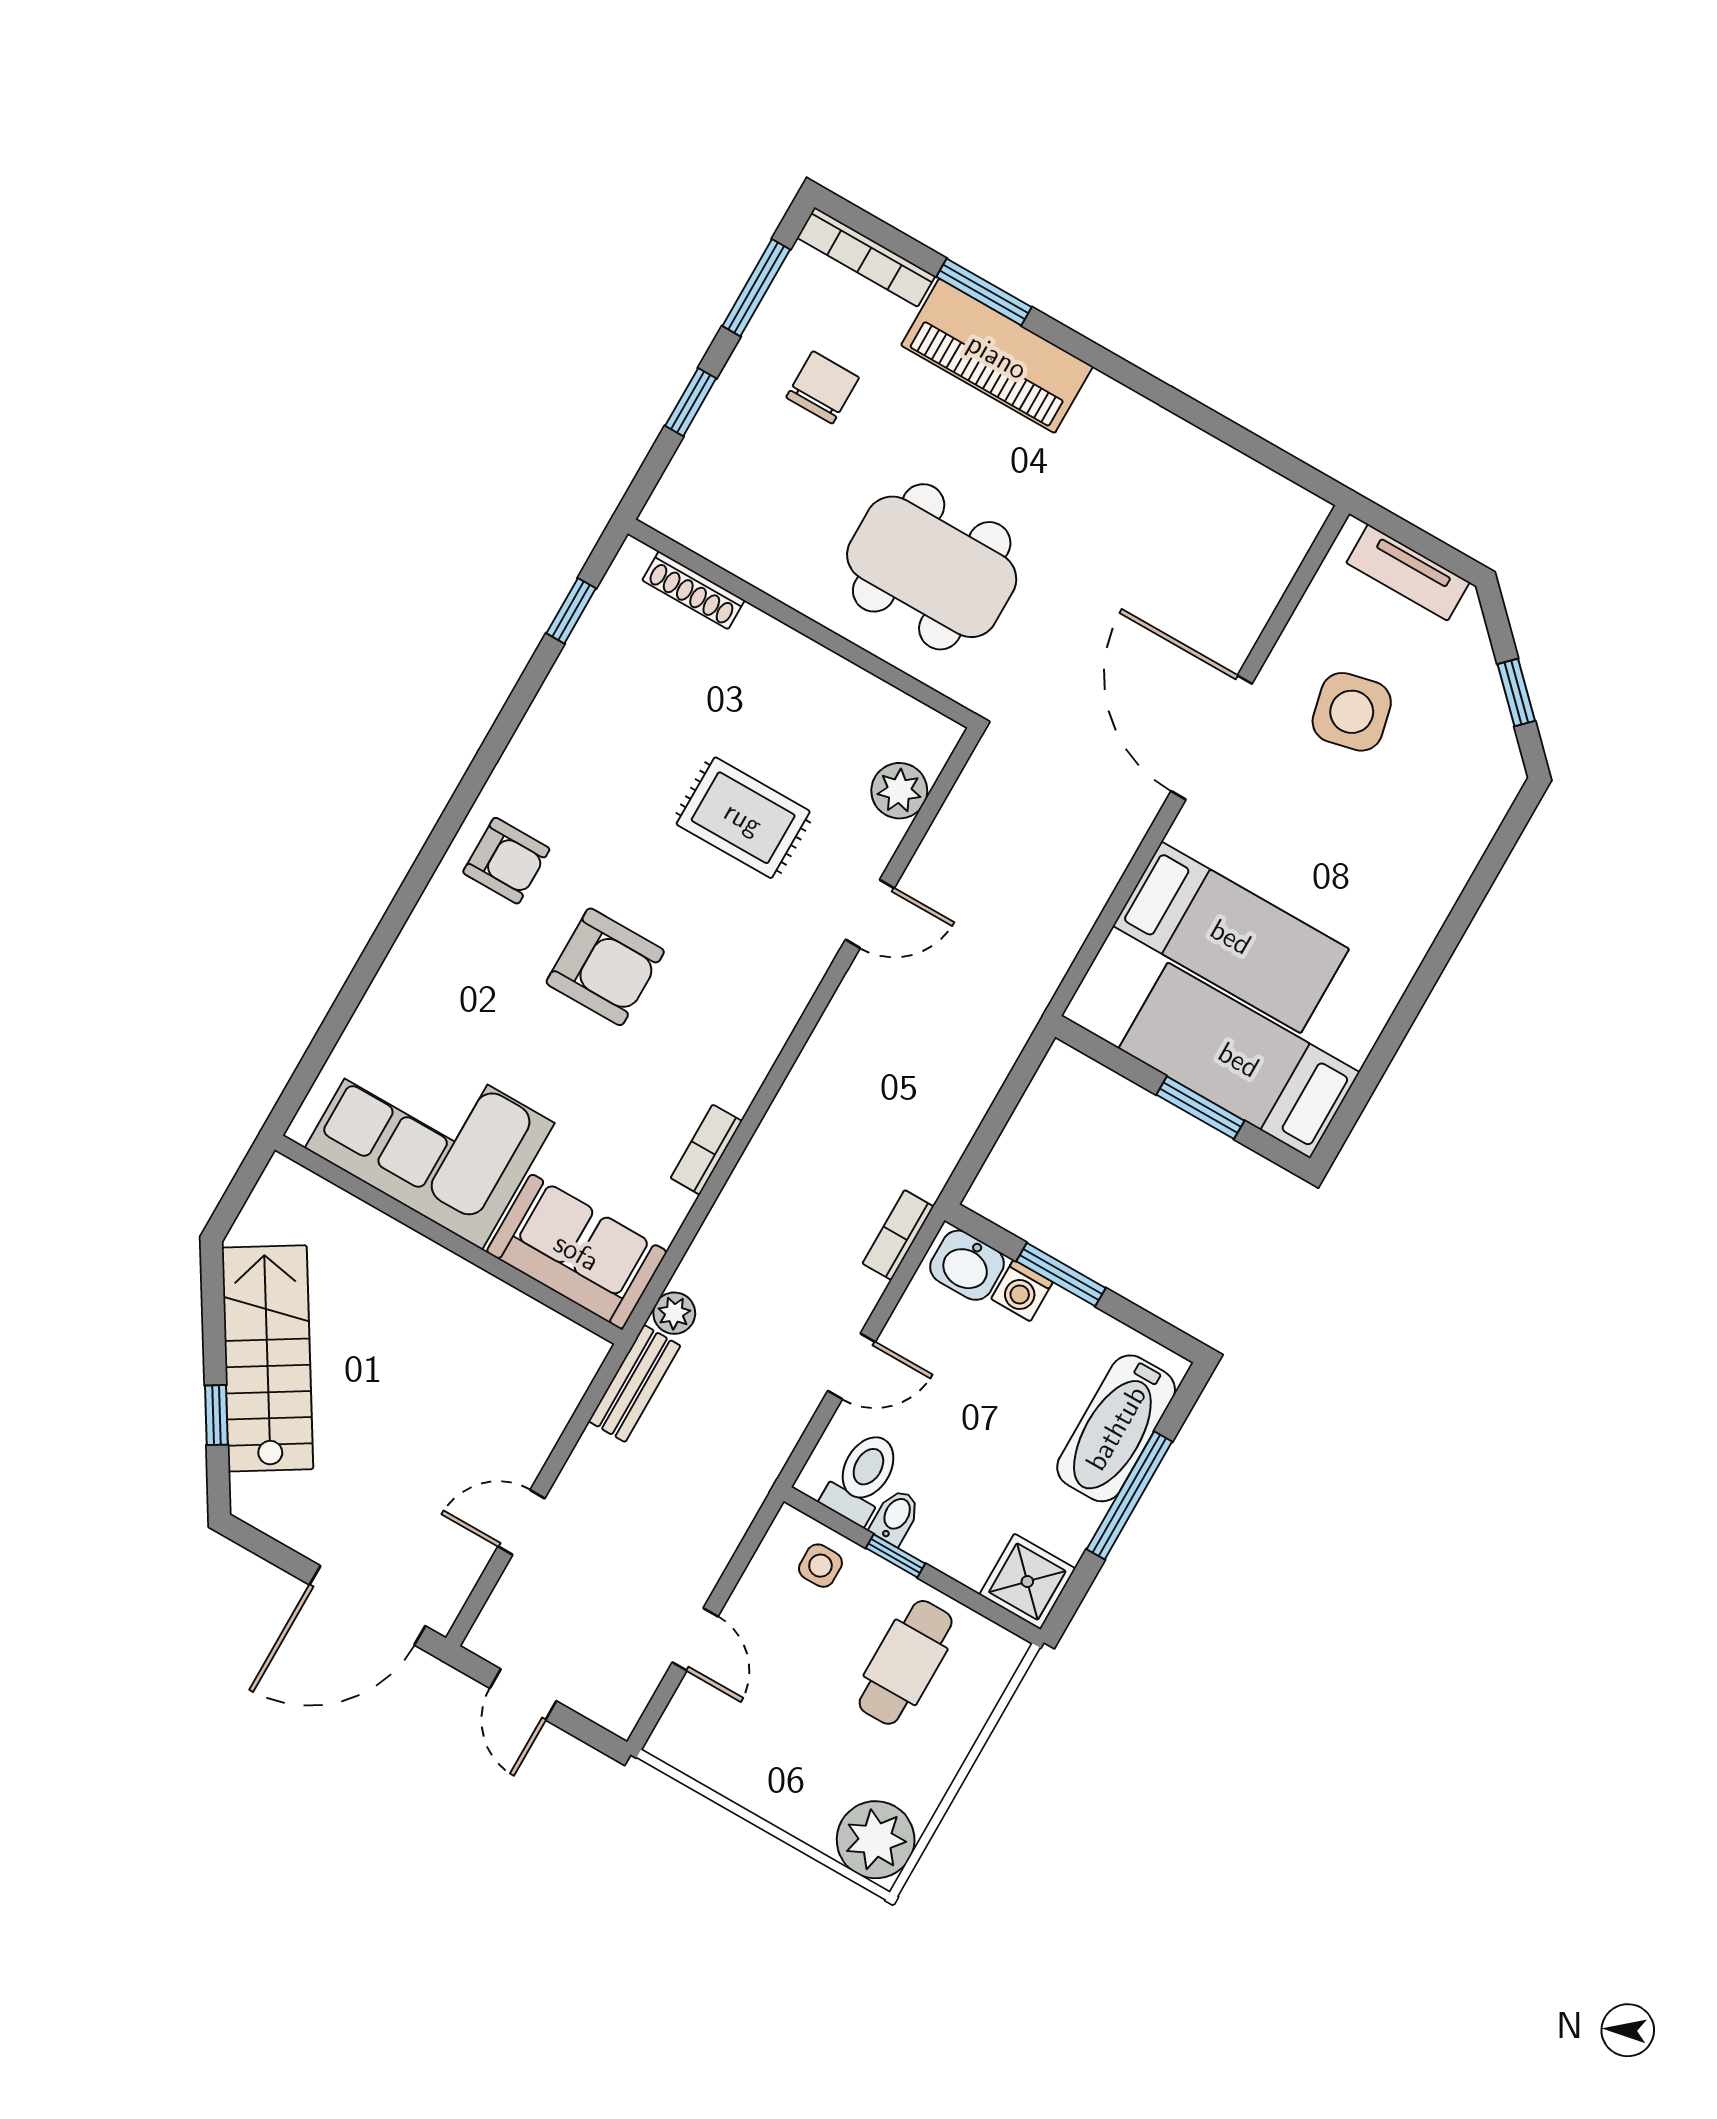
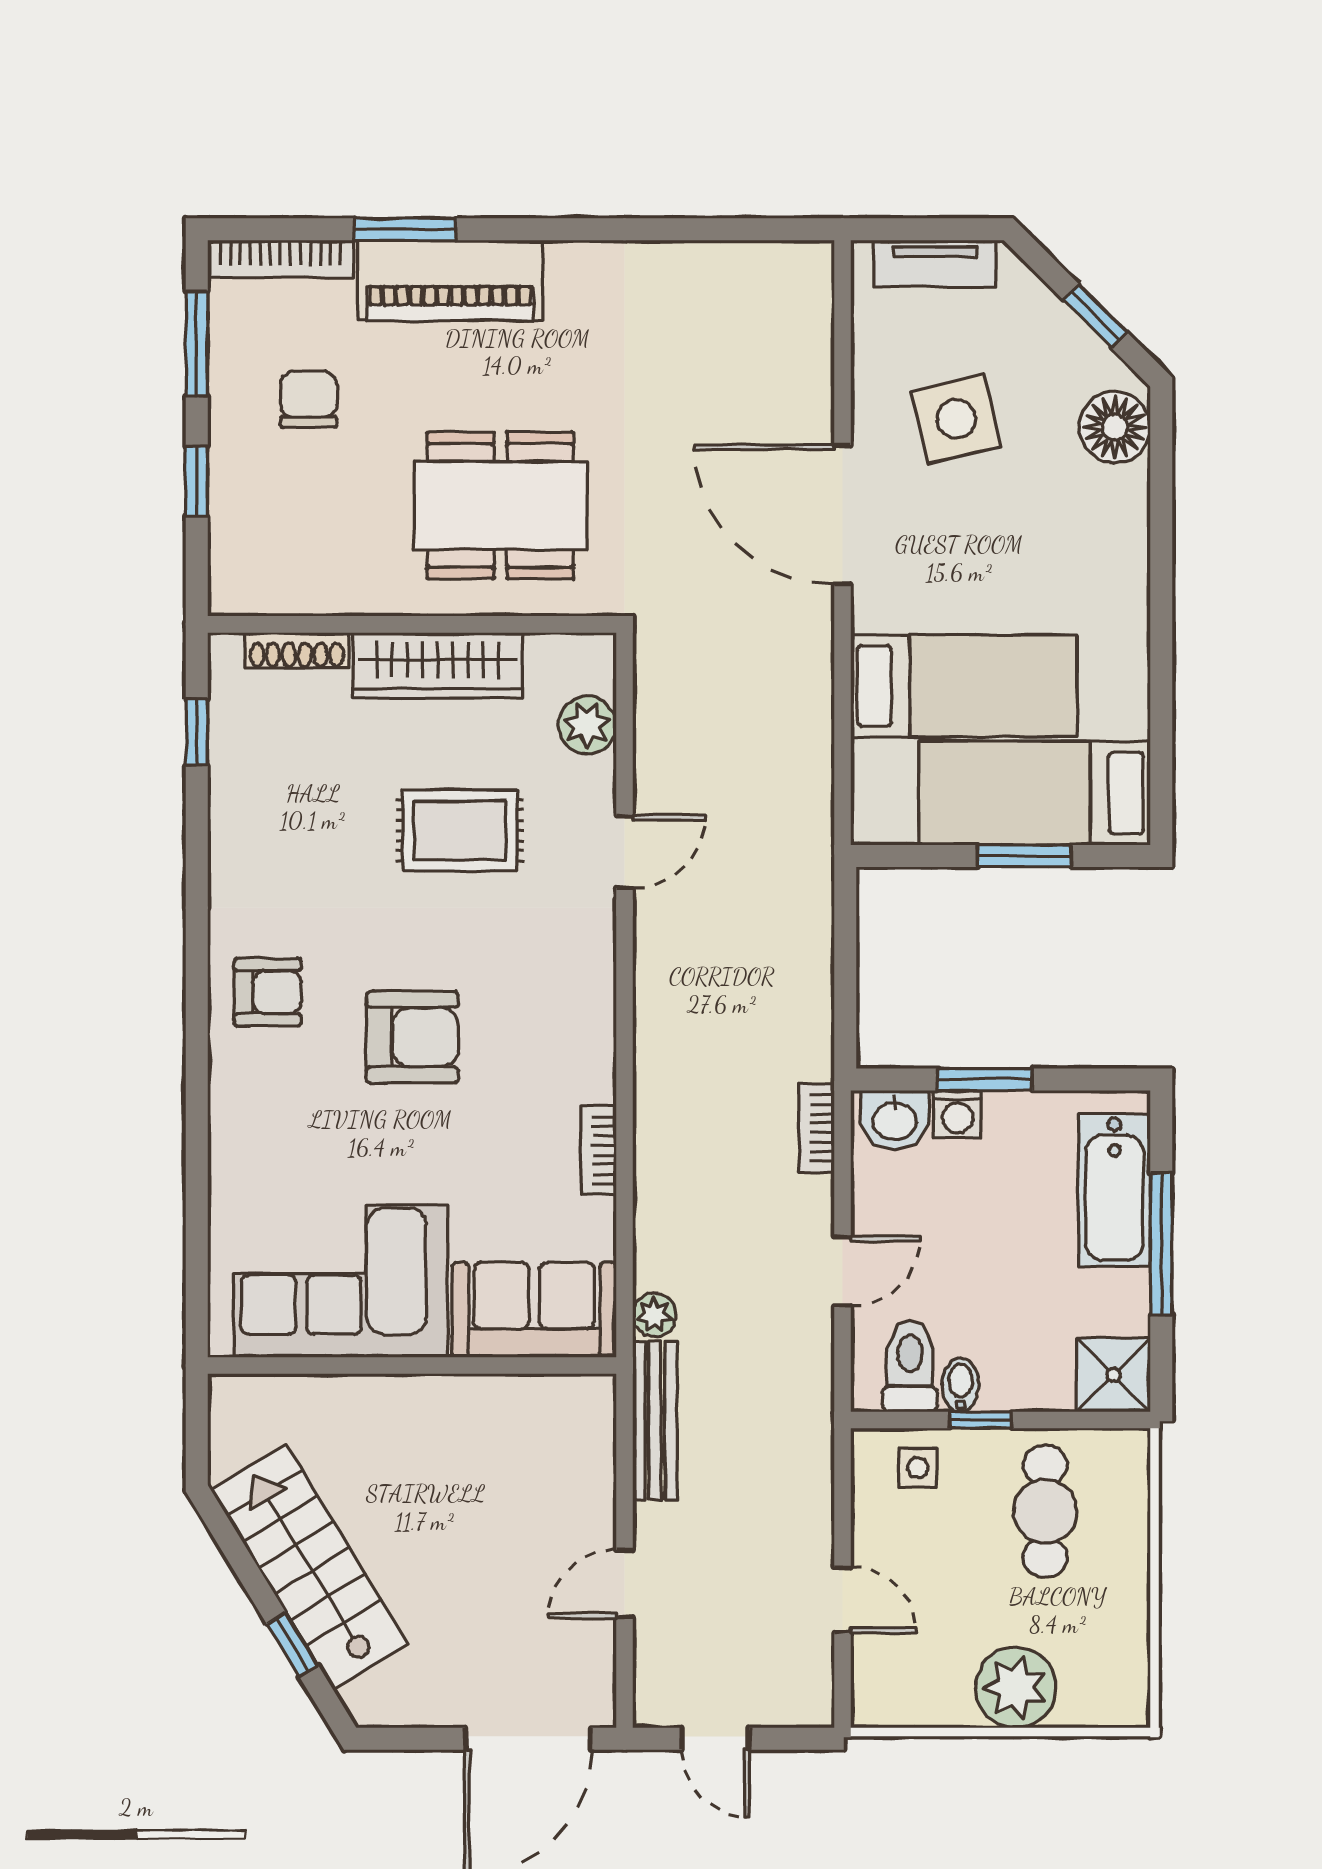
wardrobe: (803, 670) -> (438, 665), added
floor lamp: (1480, 794) -> (1115, 427), added
bench: (634, 1384) -> (655, 1421), width x1.36
plant: (876, 1840) -> (1016, 1688), moved

